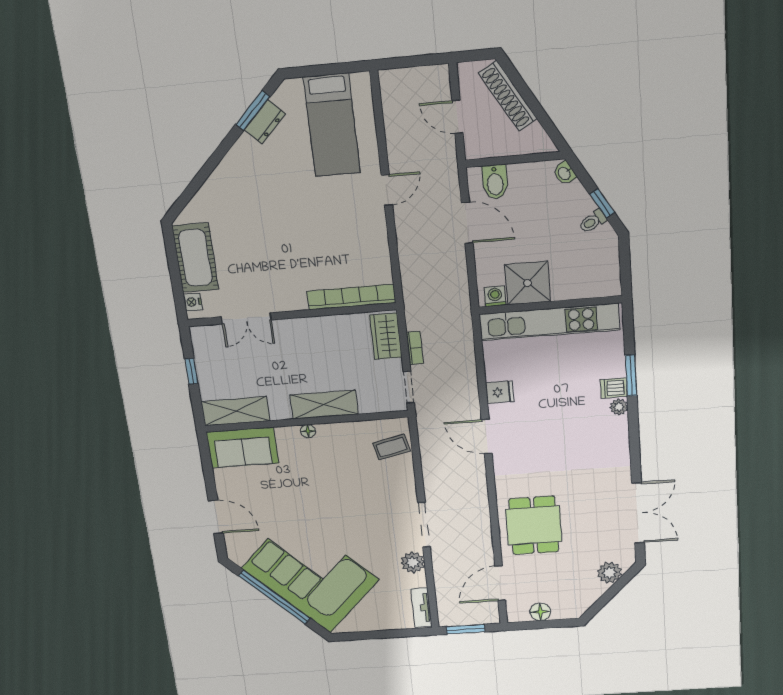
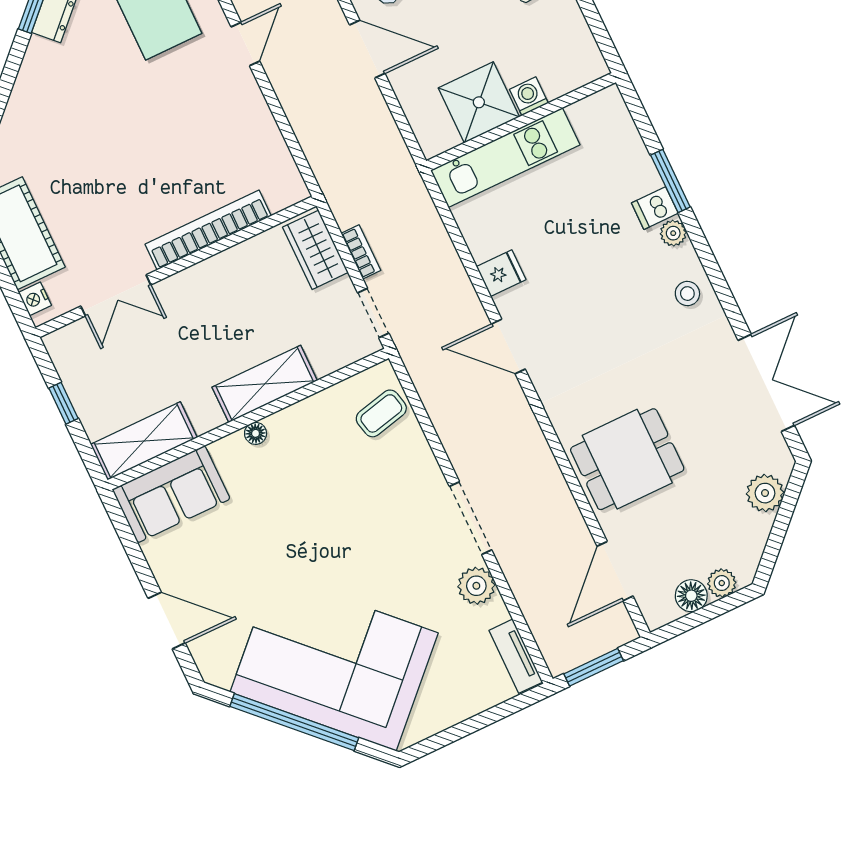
washing machine: (495, 296) -> (529, 96), moved
bookcase: (351, 297) -> (208, 230), moved
kitchen unit: (549, 322) -> (505, 158), width x0.73
stool: (612, 445) -> (687, 294), added
dining table: (534, 525) -> (627, 459), turned 90
plant: (561, 611) -> (722, 583), added

